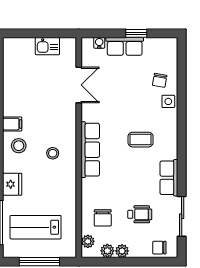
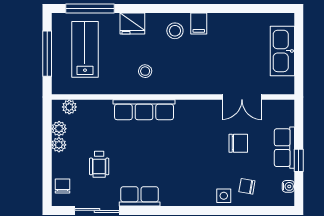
water cooler: (99, 43) -> (288, 186), moved
kitchen sink: (47, 46) -> (282, 51), width x1.88, depth x1.24
coffee table: (141, 140) -> (182, 165), removed
row of seats: (90, 150) -> (144, 110), moved
stool: (53, 153) -> (145, 71), moved
chair: (103, 218) -> (238, 143), moved, turned 180

